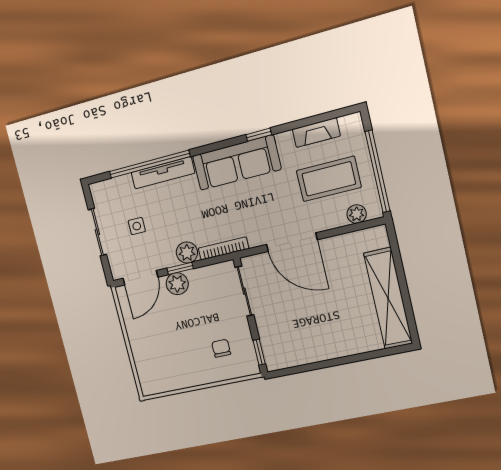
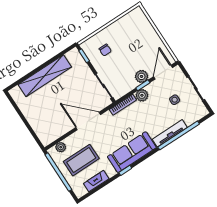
shelving: (388, 298) -> (45, 76), moved, turned 90

